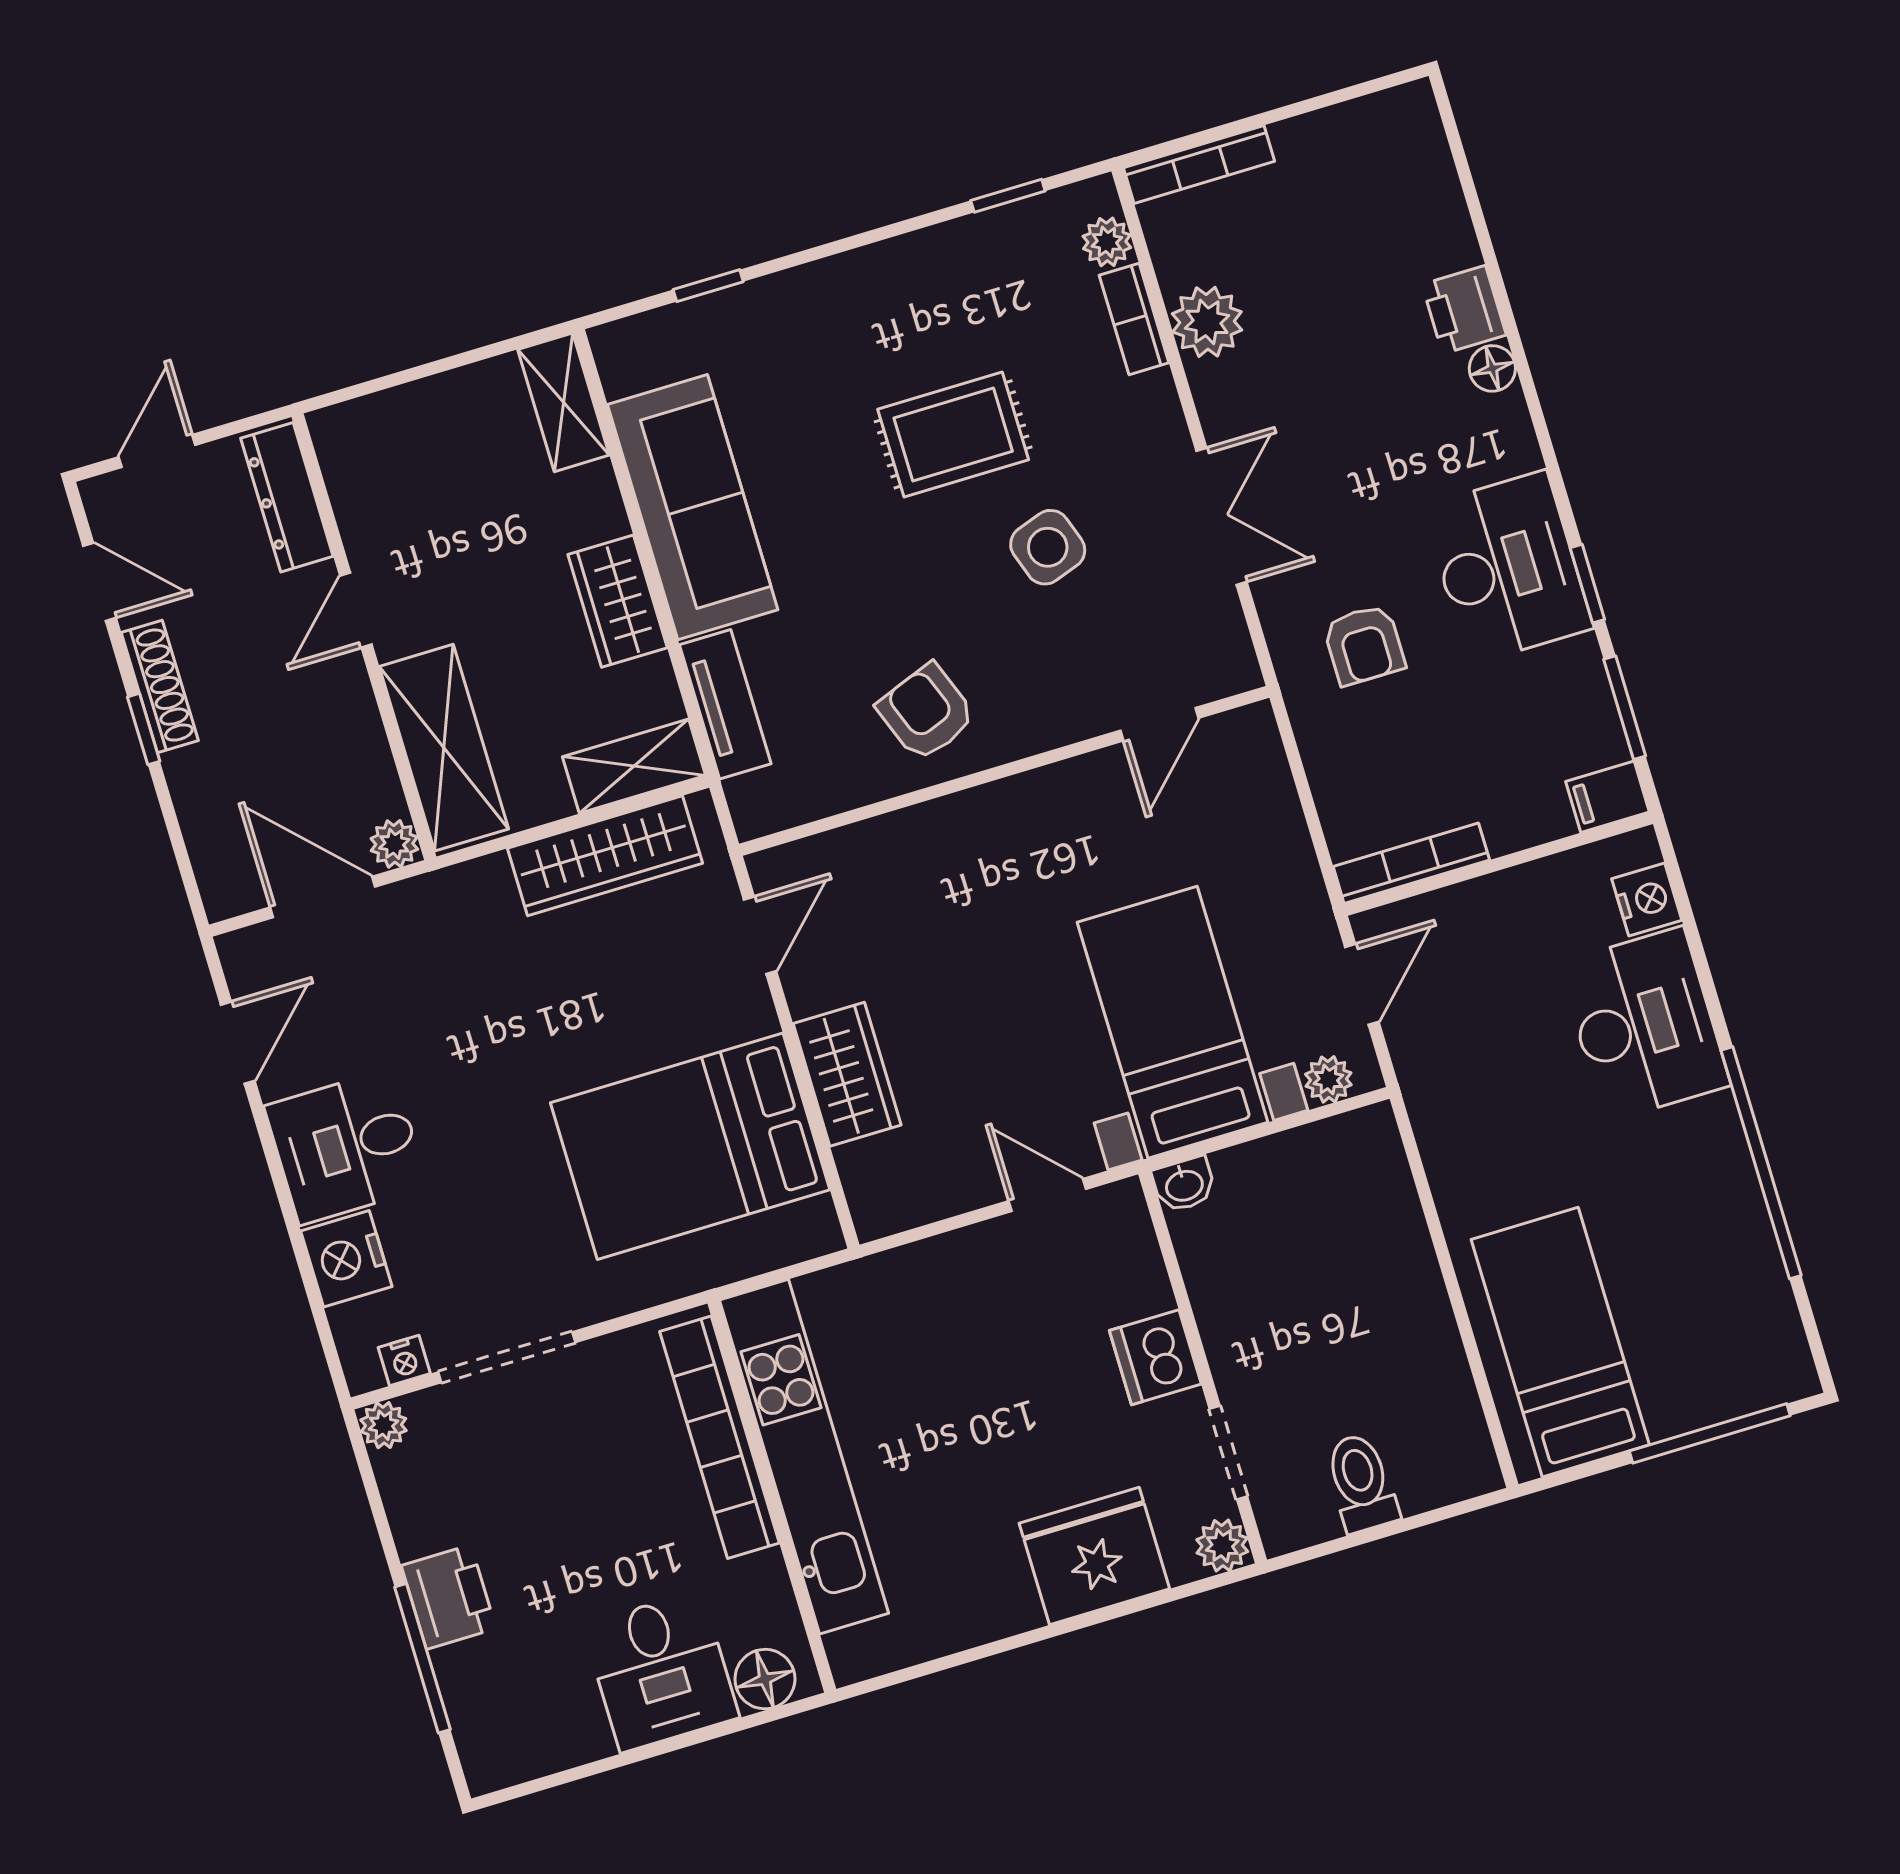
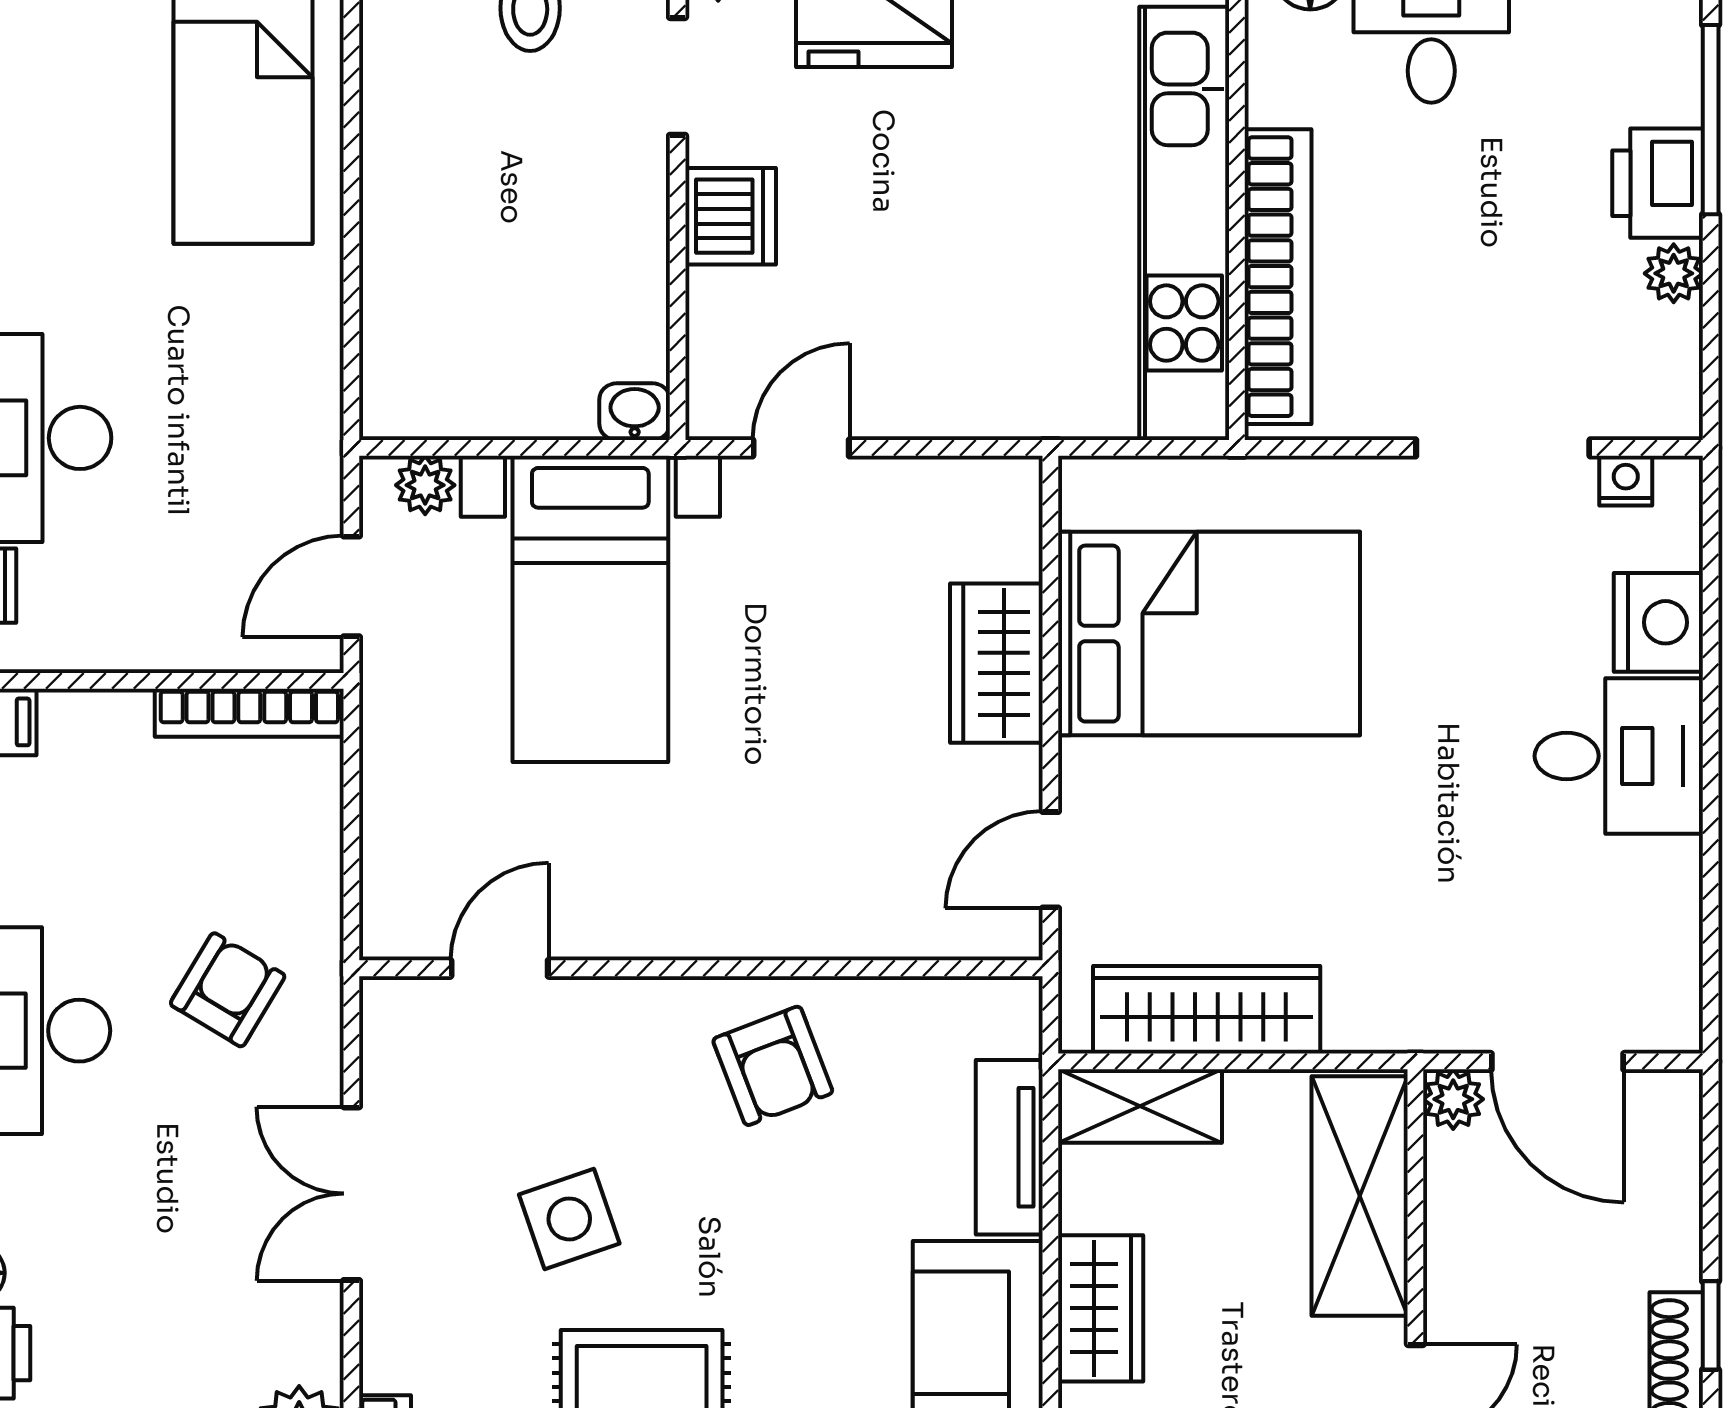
armchair: (1364, 645) -> (228, 990), turned 31
door: (238, 1043) -> (1711, 918), removed
door: (1047, 1195) -> (801, 448), swing flipped
plant: (383, 1425) -> (1674, 273), moved

